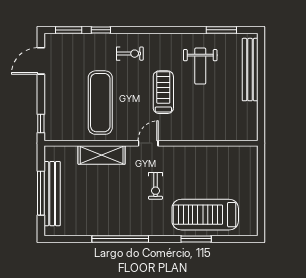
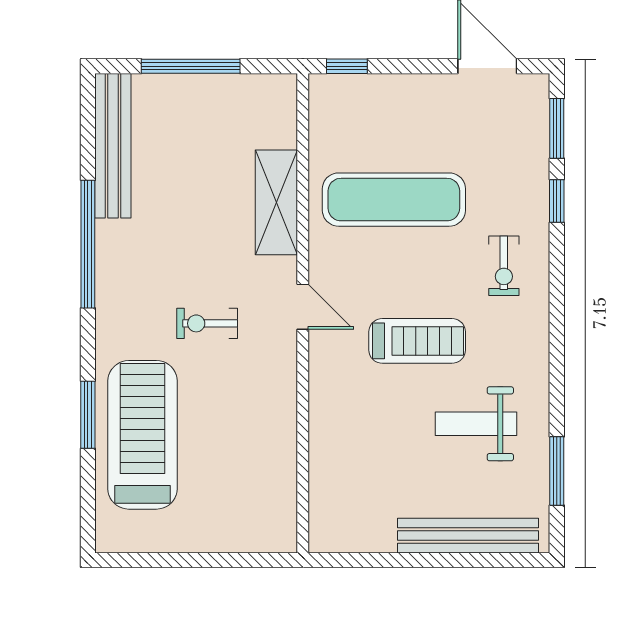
bench: (52, 194) -> (113, 146), moved, turned 90

